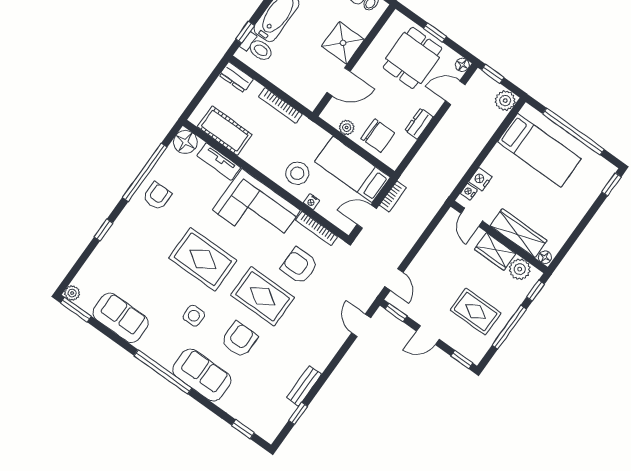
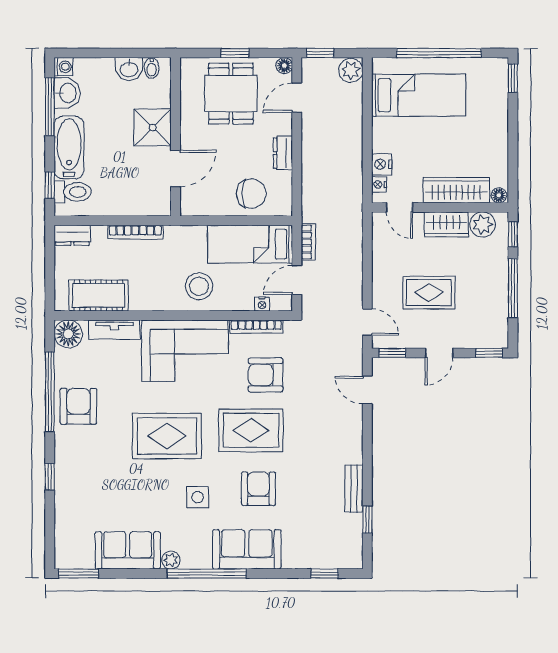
plant: (347, 128) -> (215, 207), removed
armchair: (157, 196) -> (78, 406), width x1.38, depth x1.38
nightstand: (311, 202) -> (262, 304), moved
plant: (72, 293) -> (171, 560), moved
rug: (476, 312) -> (429, 293), moved

